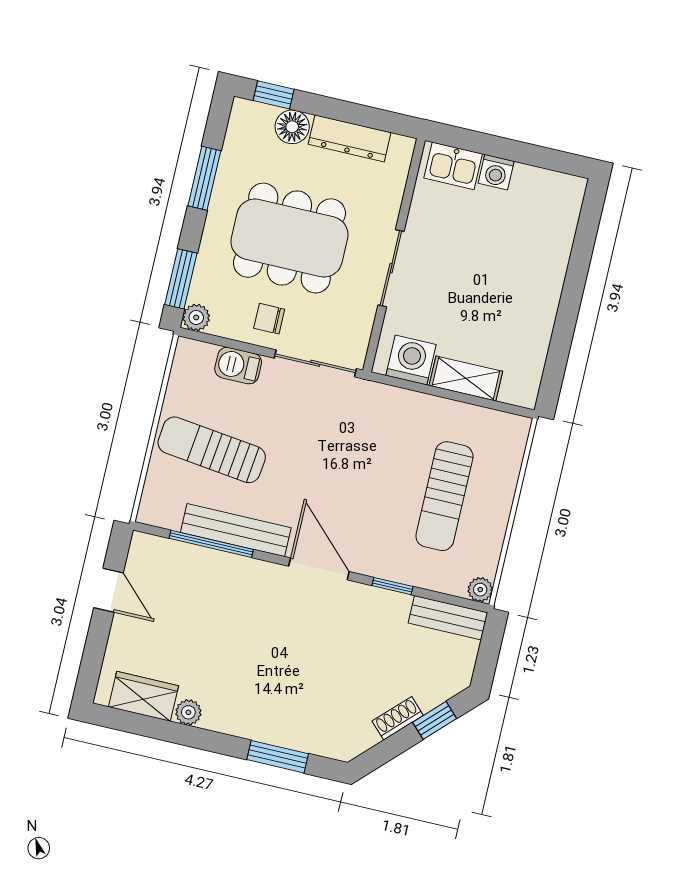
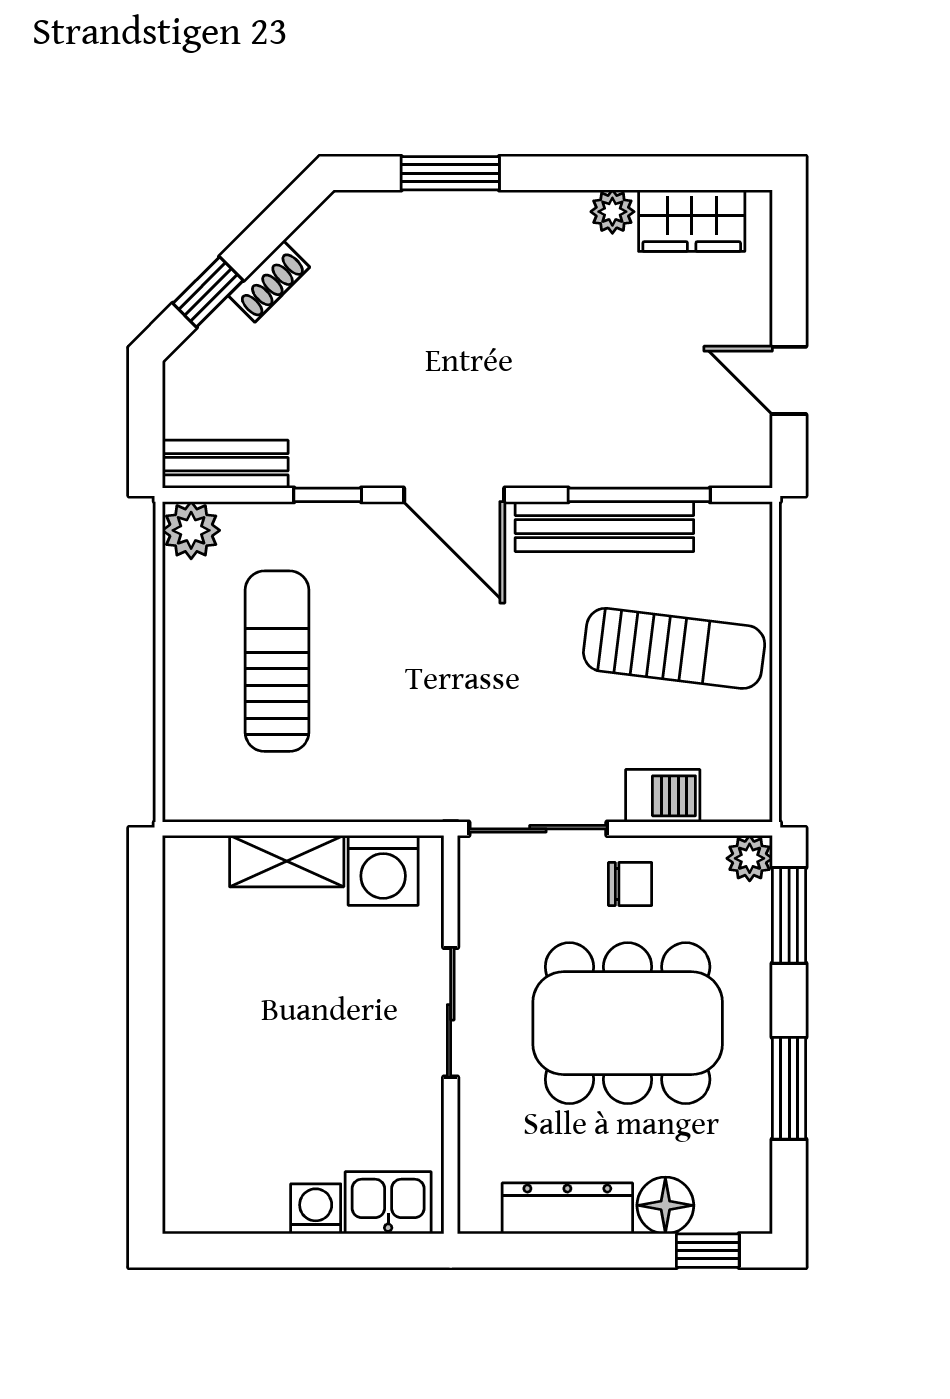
plant: (480, 590) -> (191, 530), width x1.38, depth x1.38

